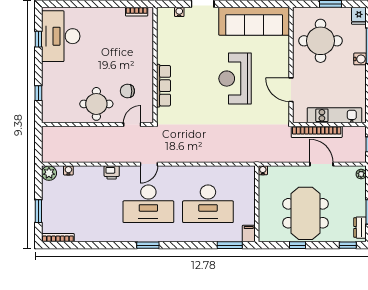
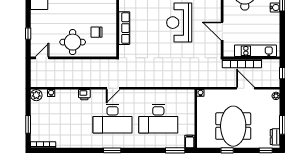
door: (132, 125) -> (42, 58), moved

